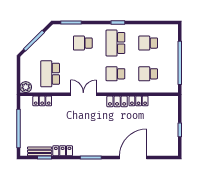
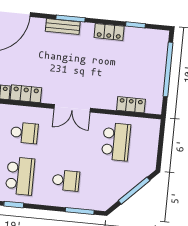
plant: (26, 87) -> (152, 126), removed
bench: (40, 151) -> (63, 27), moved

